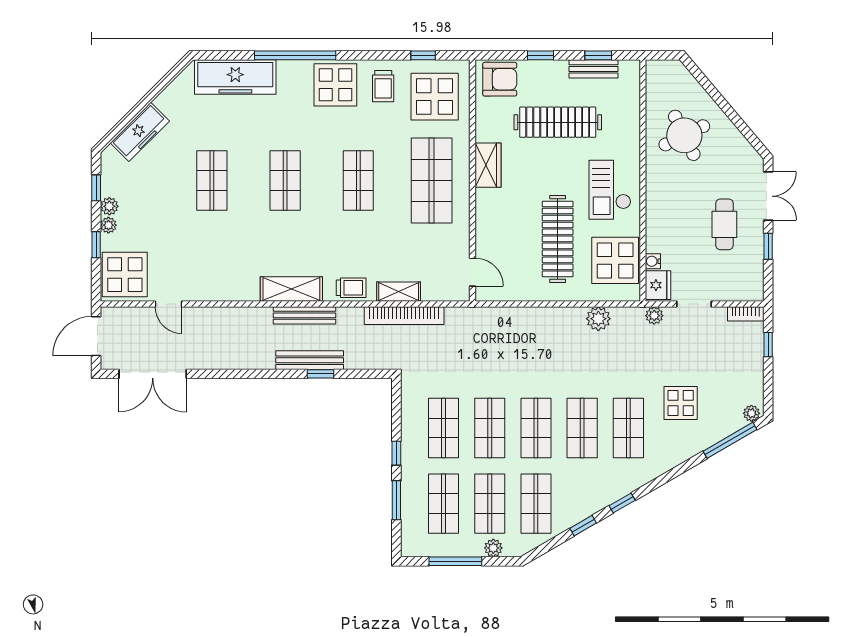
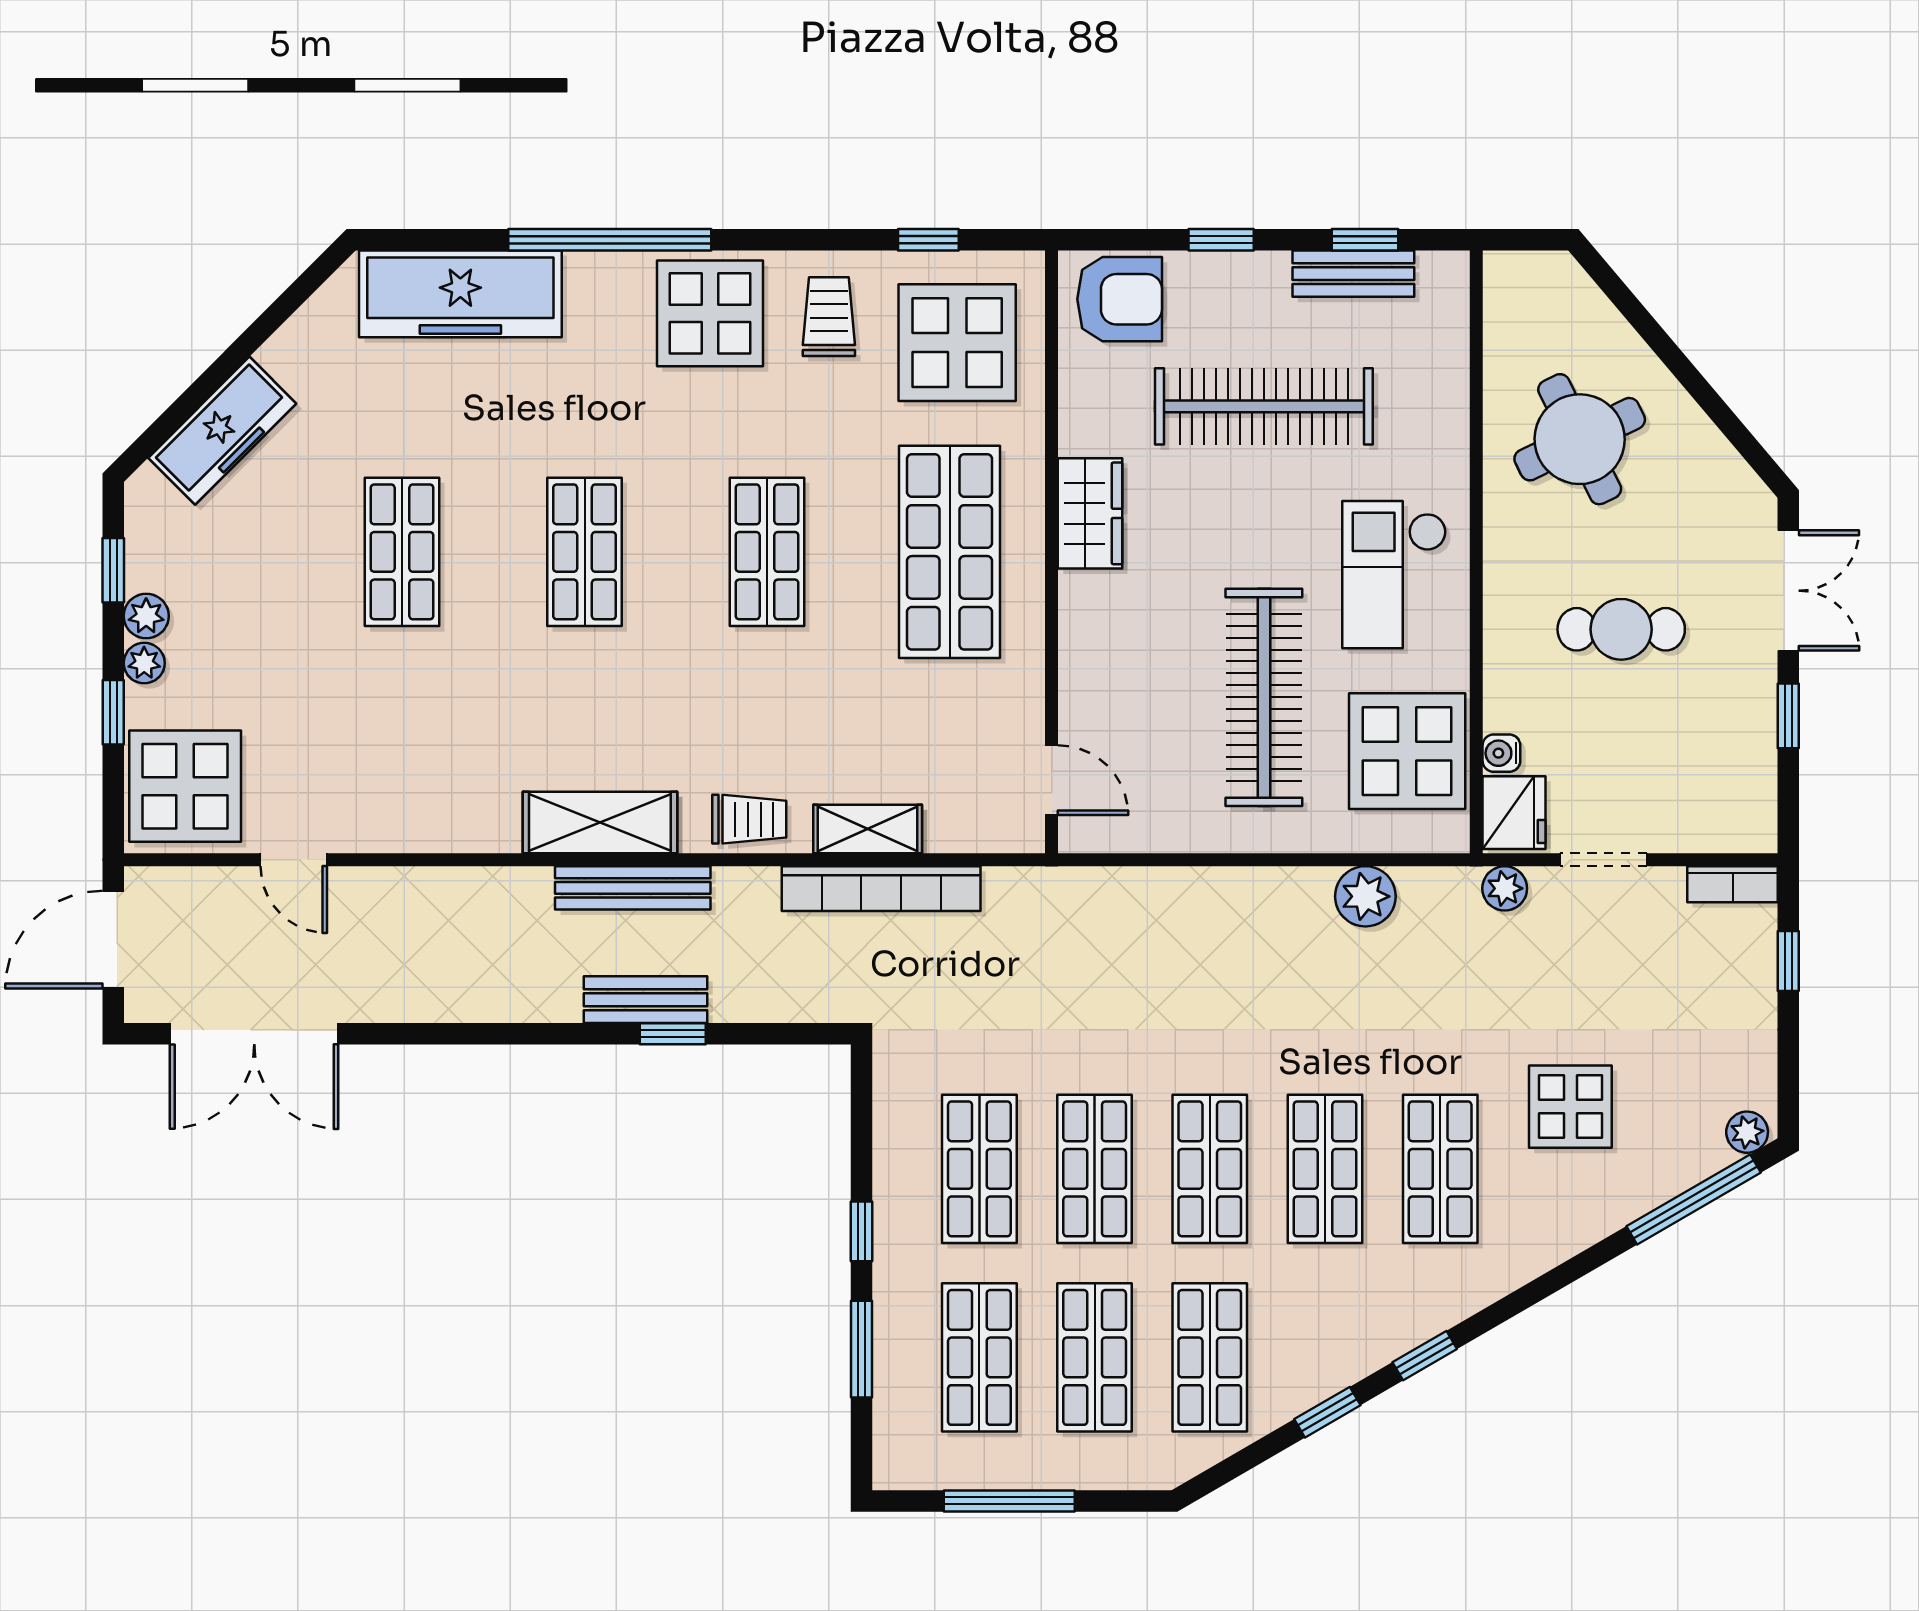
trolley: (383, 86) -> (829, 317), turned 180
cafe table: (724, 224) -> (1621, 629), moved, turned 90
bench: (310, 360) -> (646, 1000), width x0.73
plant: (493, 548) -> (1103, 1468), removed

